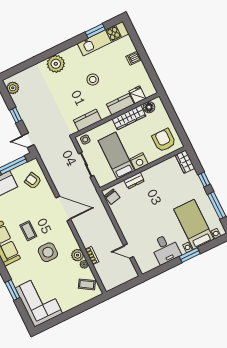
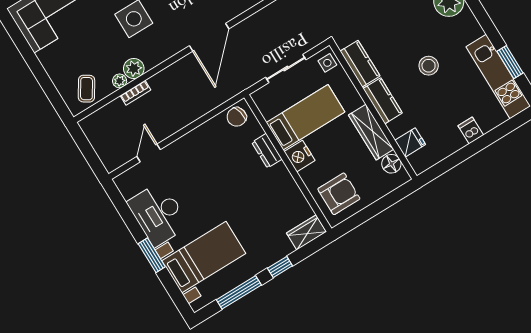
kitchen counter: (120, 104) -> (383, 101), moved
desk: (165, 249) -> (158, 214), width x1.37

